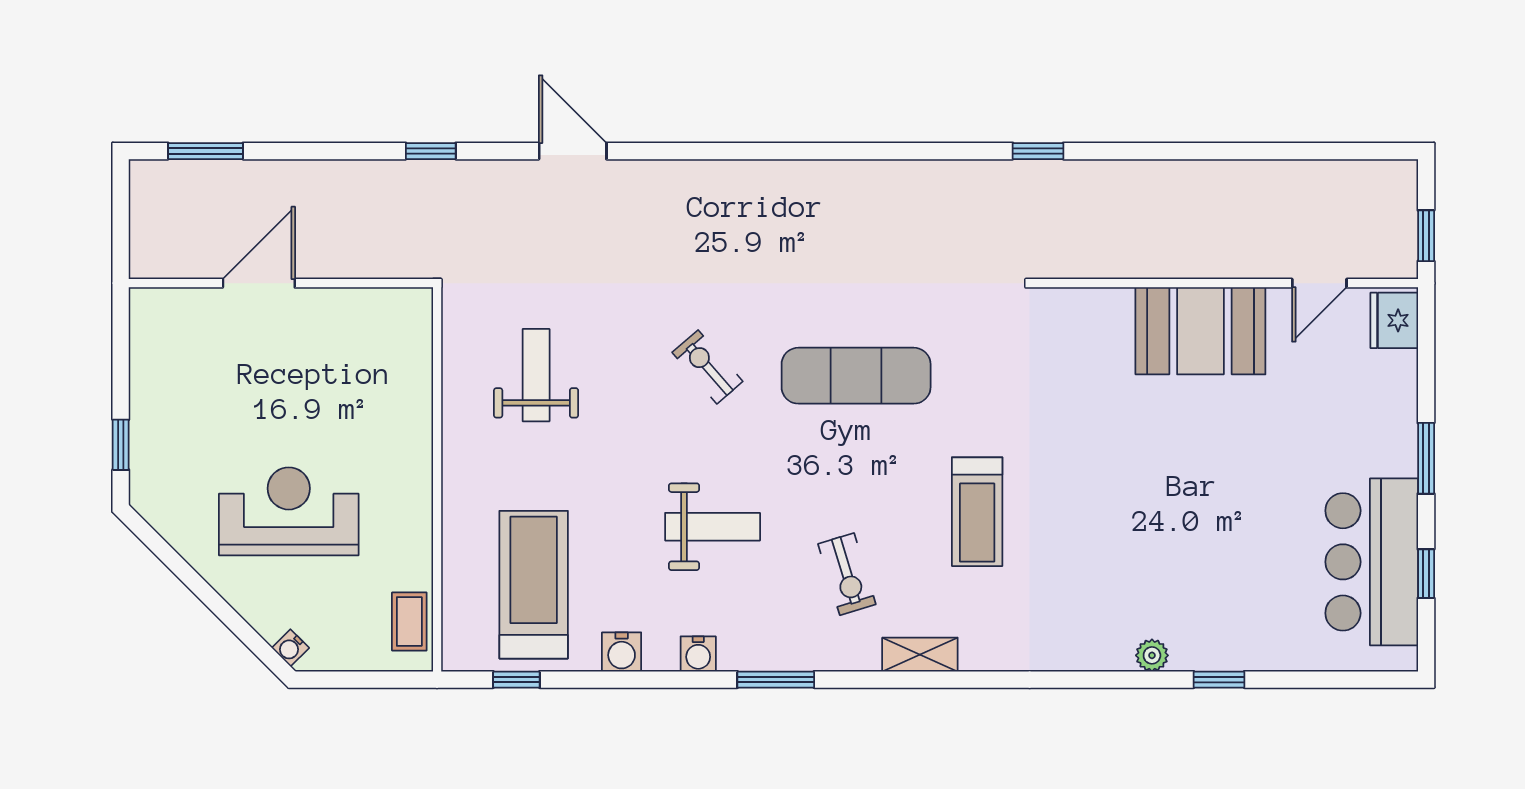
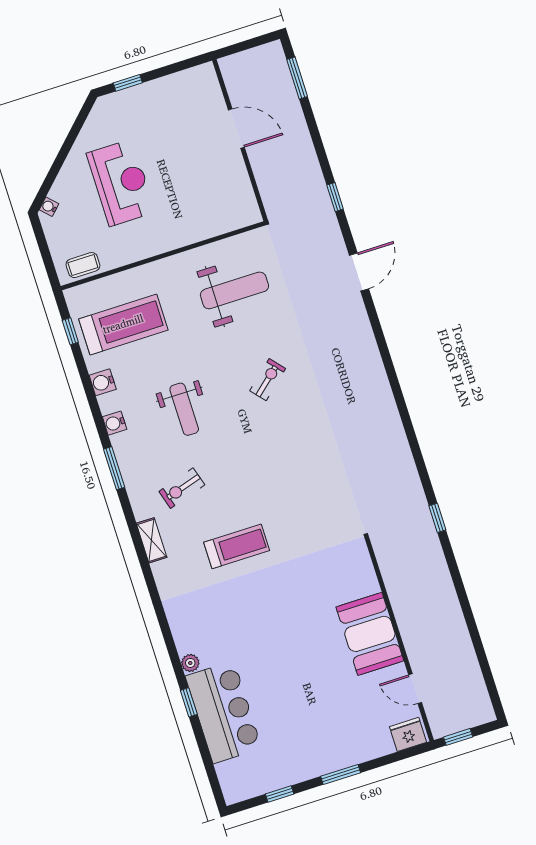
weight bench: (536, 375) -> (234, 290), width x1.36, depth x1.33
exercise mat: (856, 376) -> (288, 460), removed
treadmill: (977, 512) -> (237, 546), turned 180
bar counter: (1372, 562) -> (224, 712), moved, turned 90

